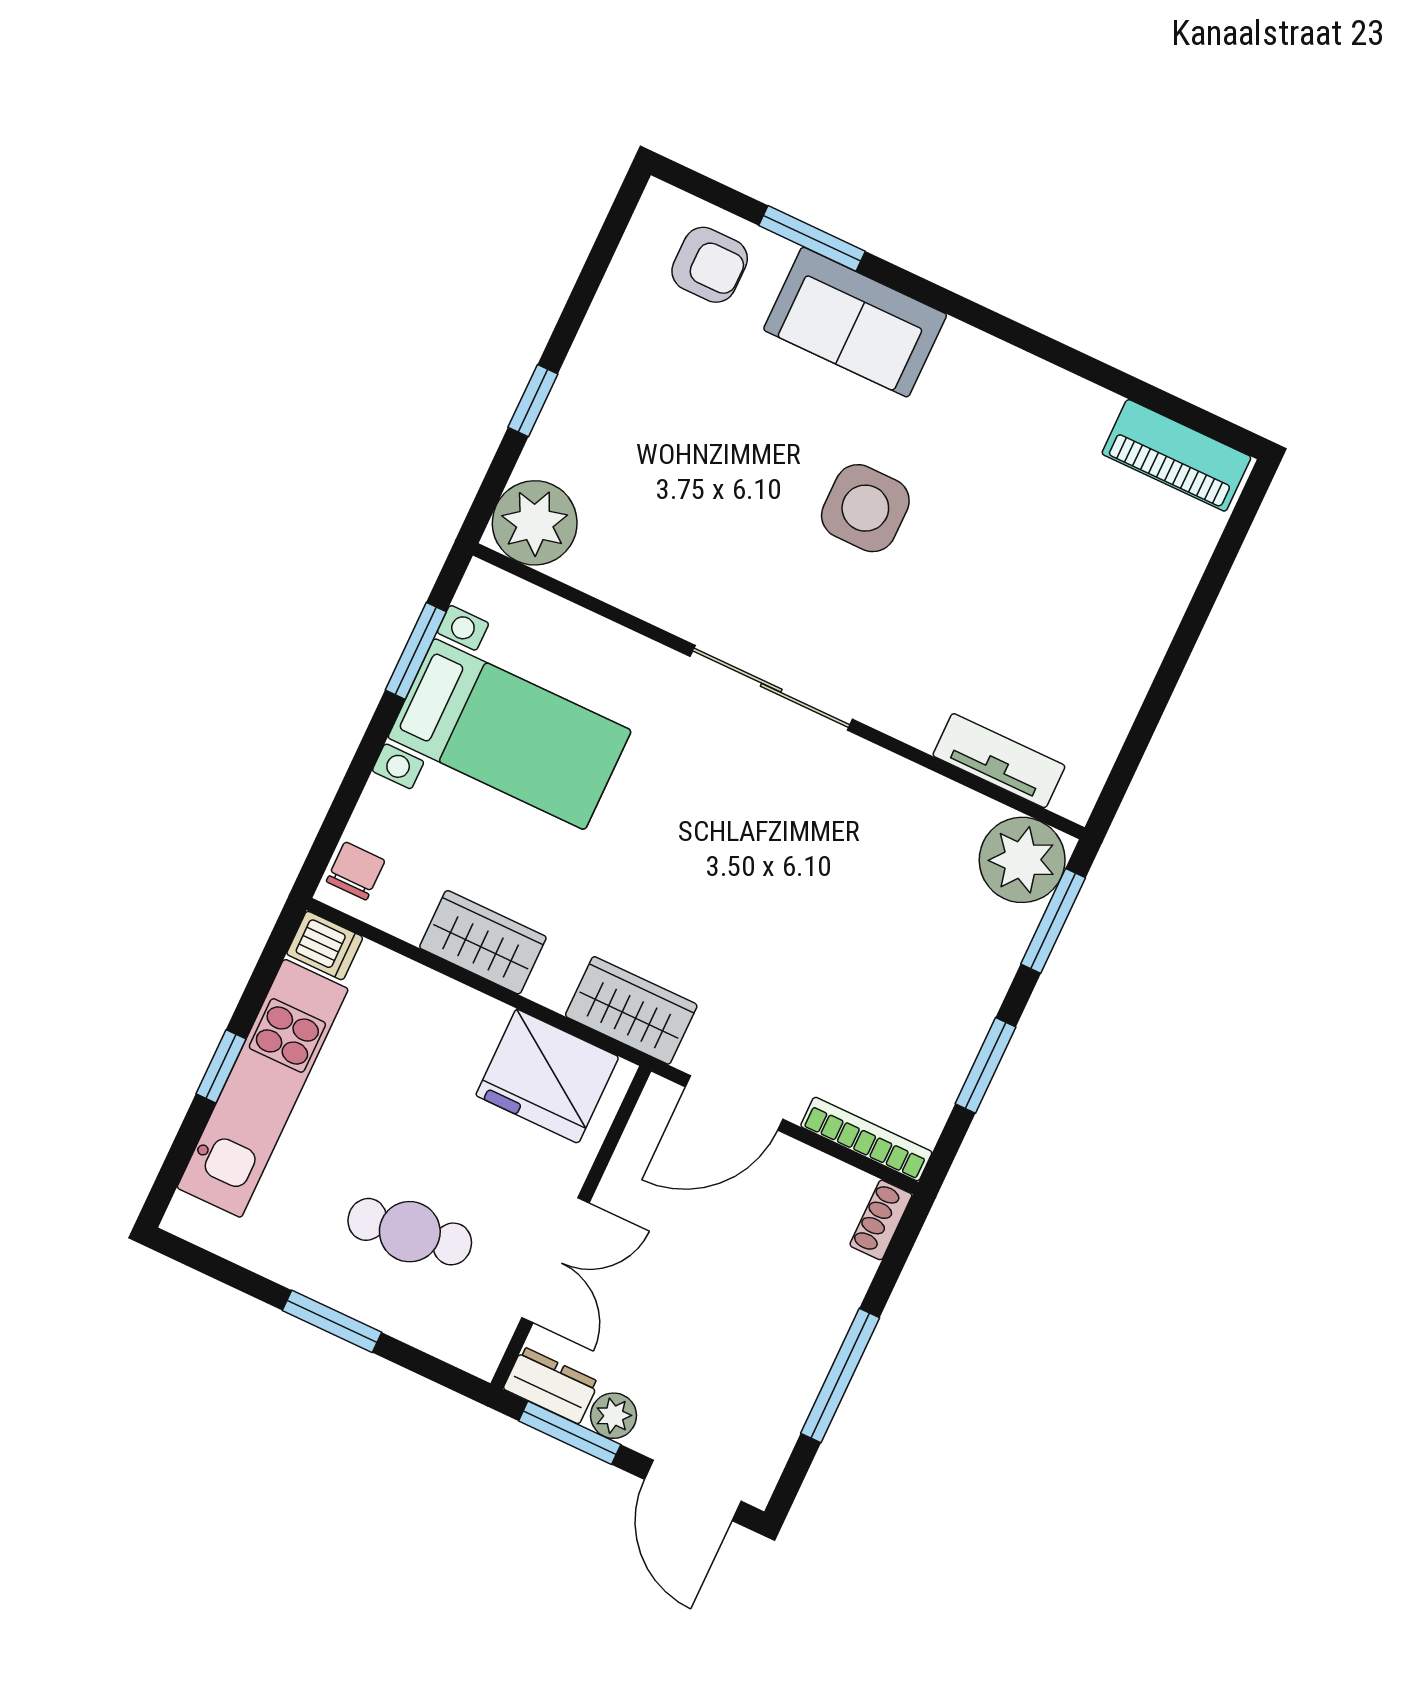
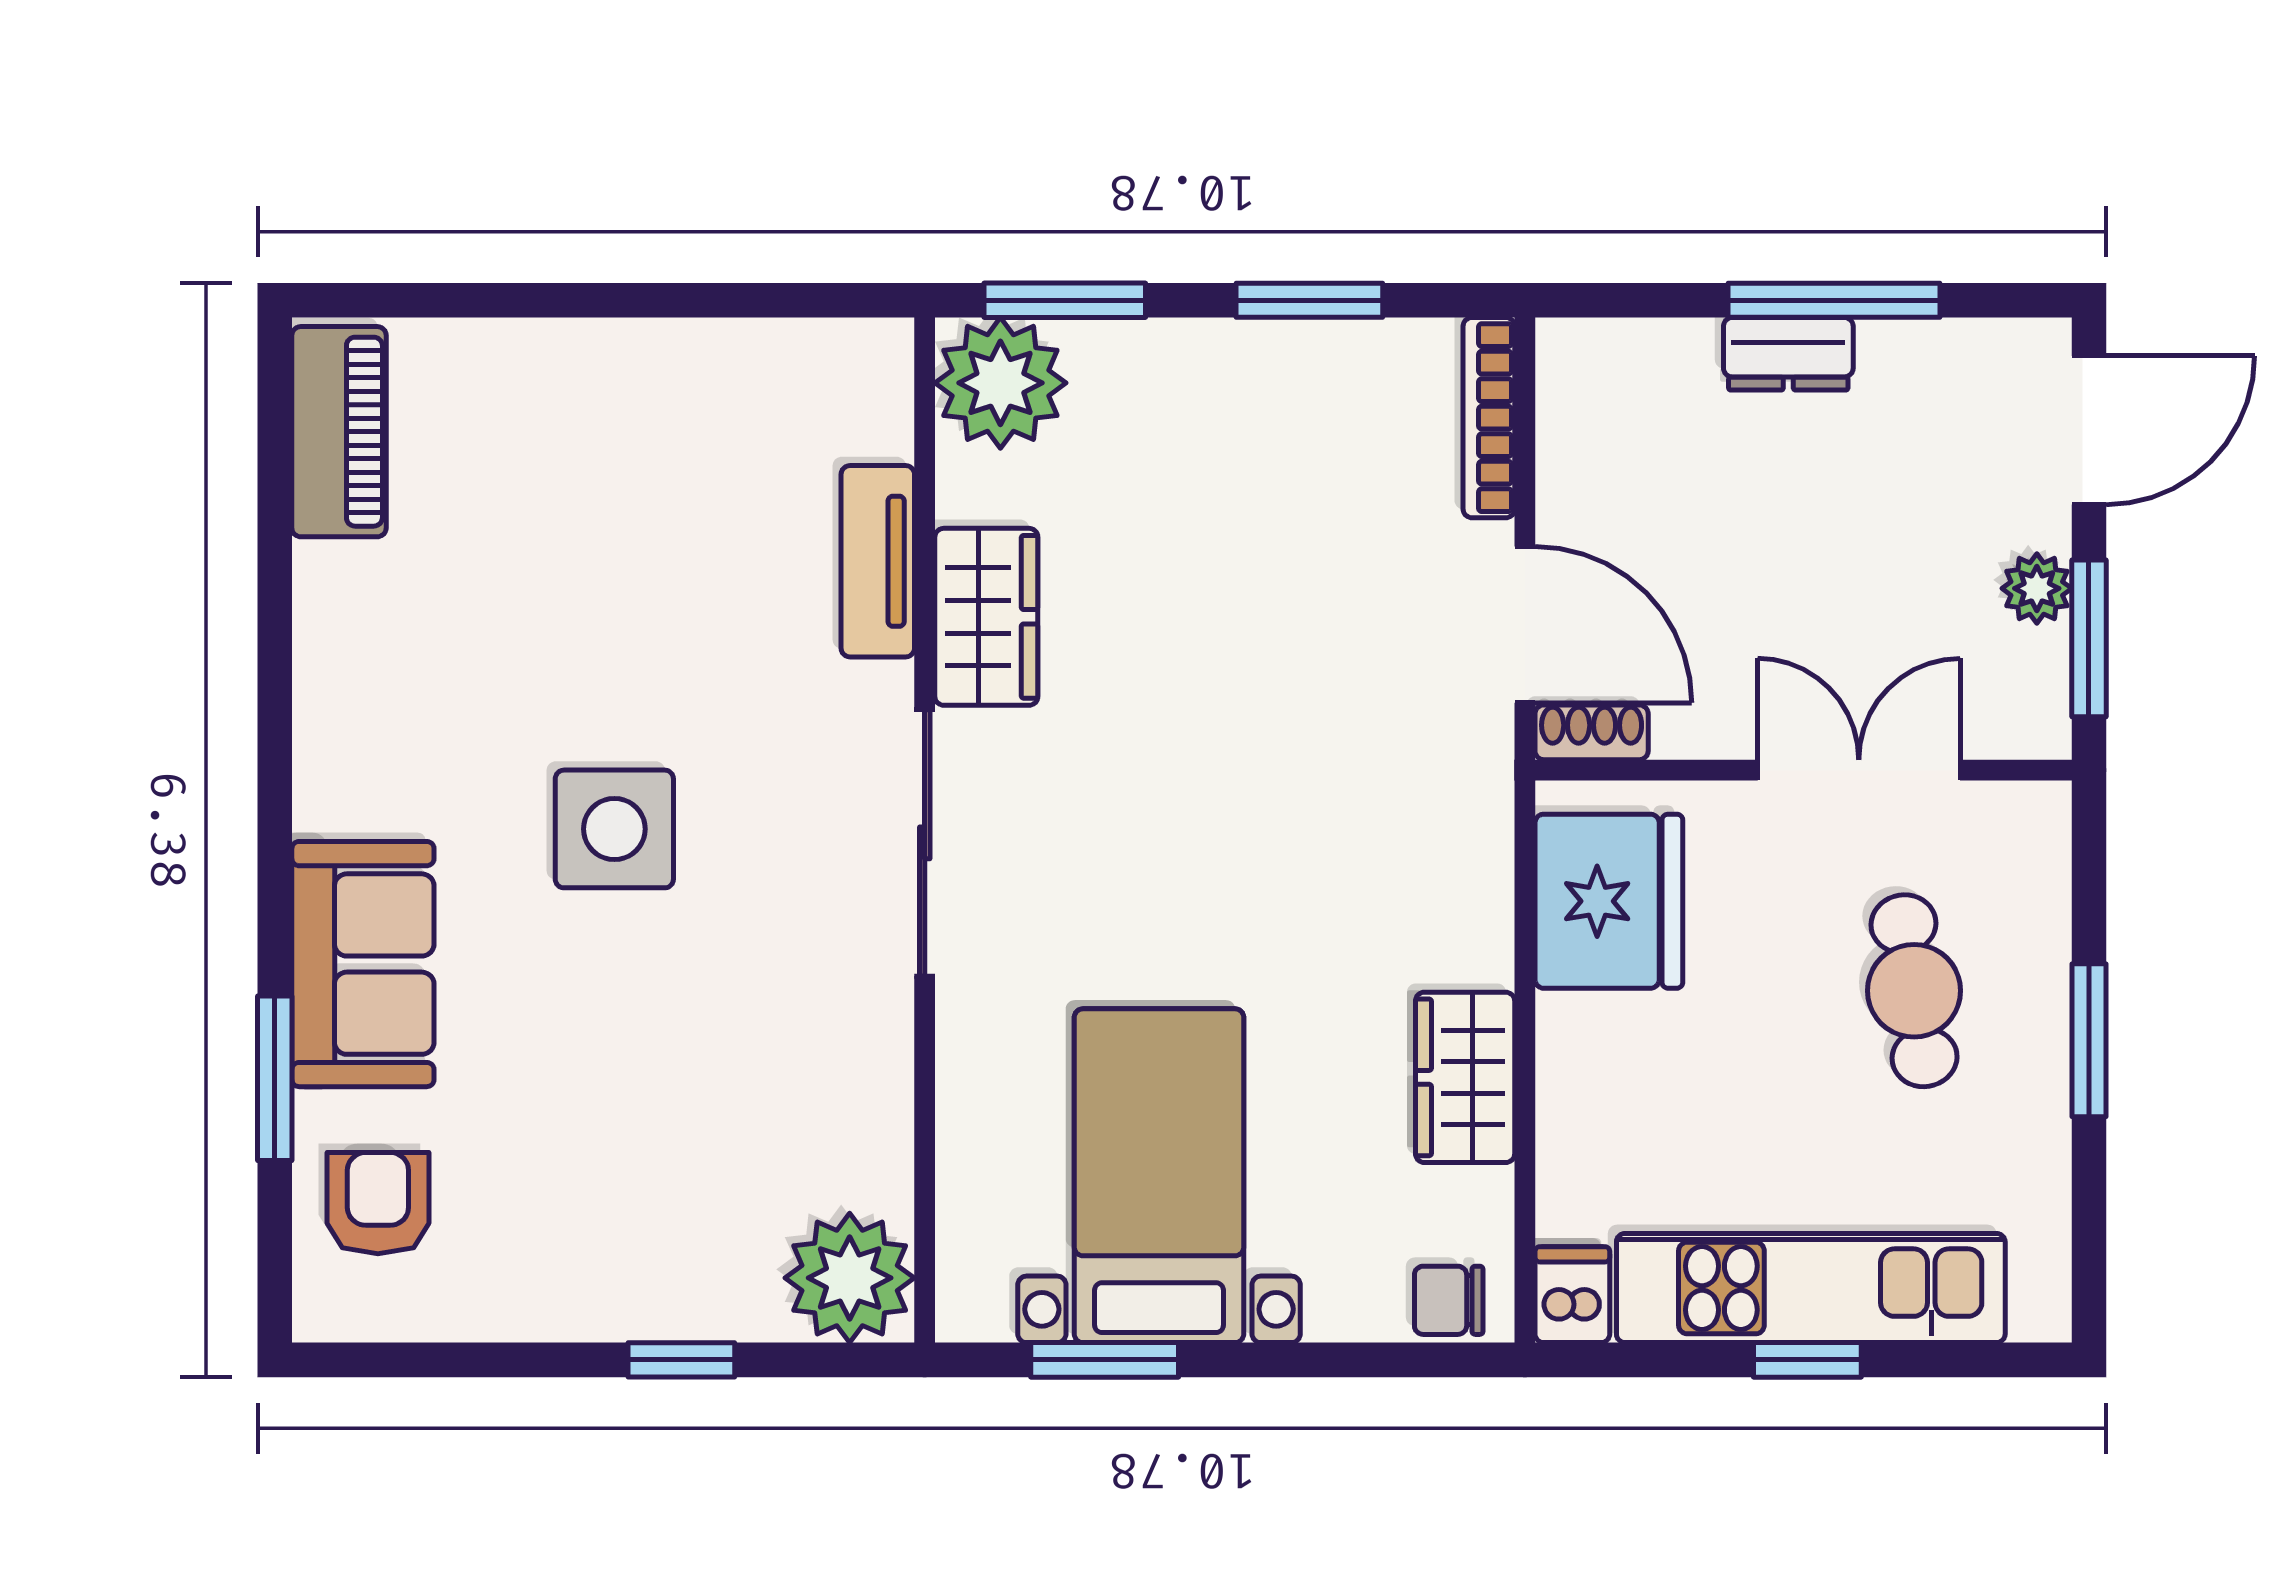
tv unit: (999, 761) -> (878, 561), moved
wardrobe: (631, 1010) -> (986, 617), moved, turned 180
shoe rack: (881, 1220) -> (1592, 732), moved, turned 180
dresser: (551, 1385) -> (1788, 354), moved, turned -90

